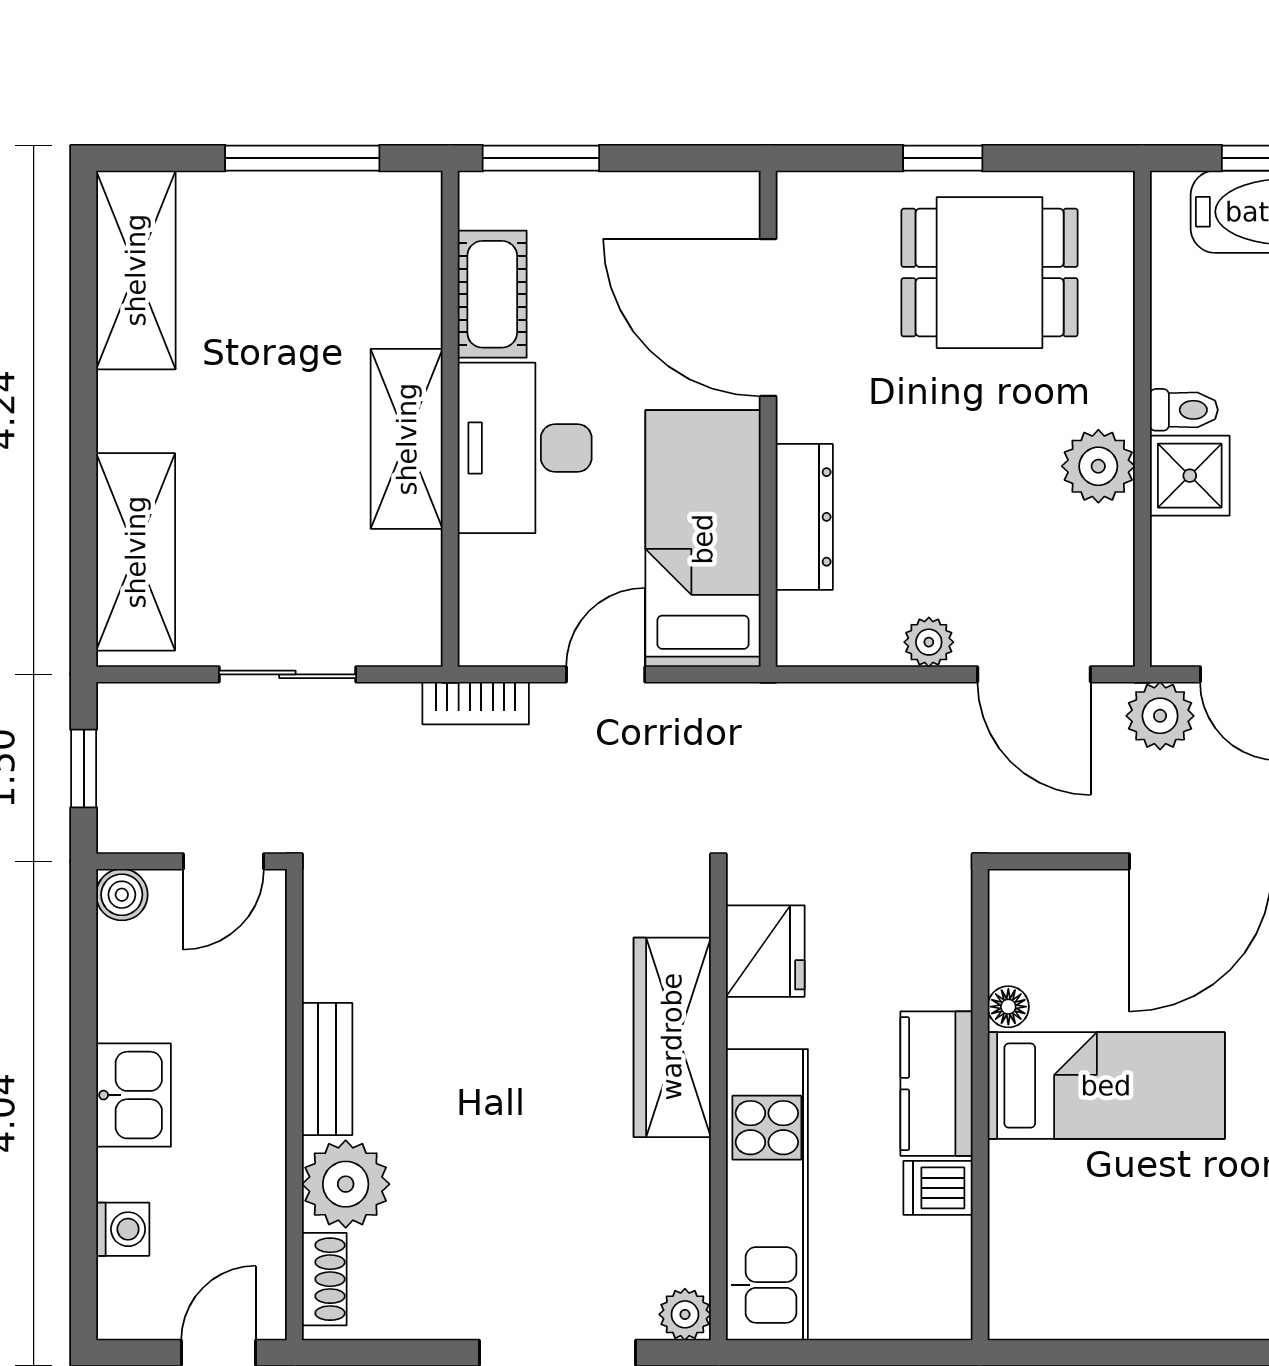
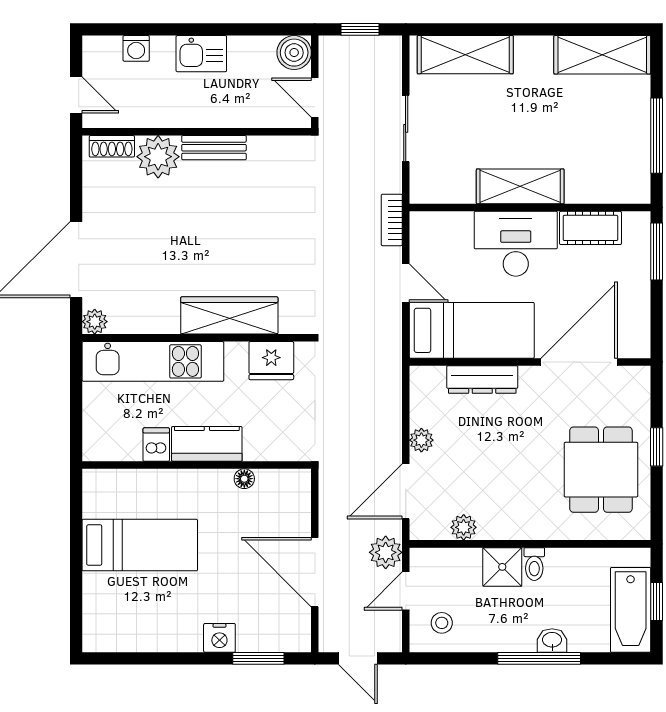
plant: (1098, 466) -> (464, 527), moved, width x0.73, depth x0.73
boiler: (122, 895) -> (294, 53), width x1.36, depth x1.36
bed: (1106, 1086) -> (140, 545), moved, turned -90

